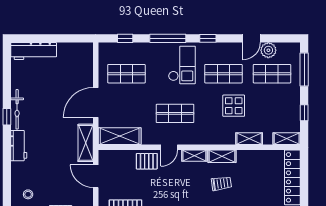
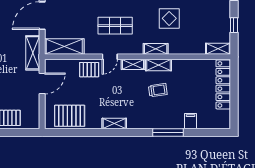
shelving: (249, 139) -> (156, 49), moved
door: (96, 176) -> (42, 83), swing flipped

